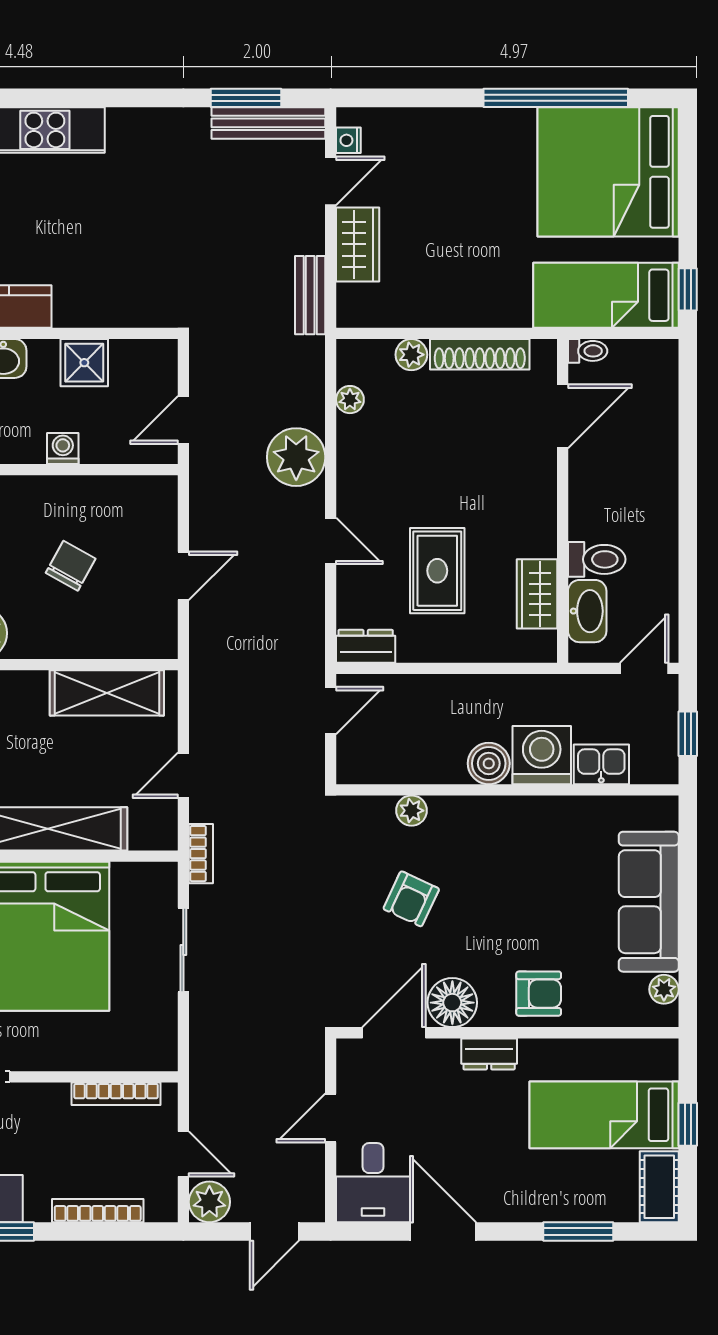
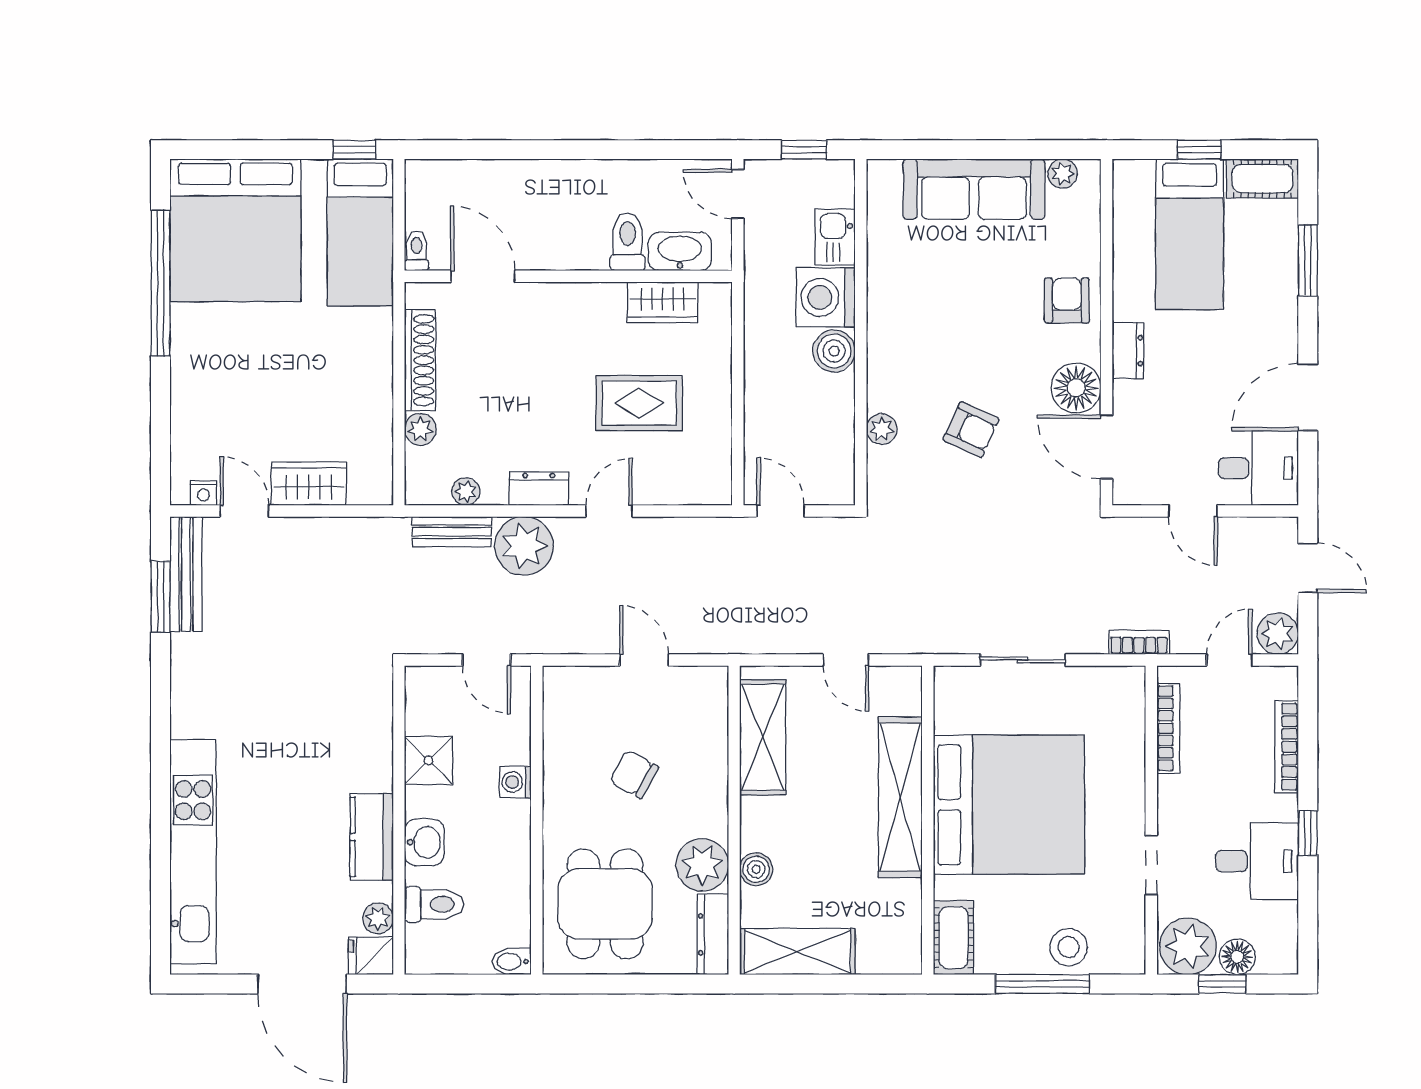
bench: (310, 295) -> (452, 532), moved
dresser: (366, 646) -> (539, 489), moved, turned 90
bookcase: (201, 854) -> (1139, 642), moved

